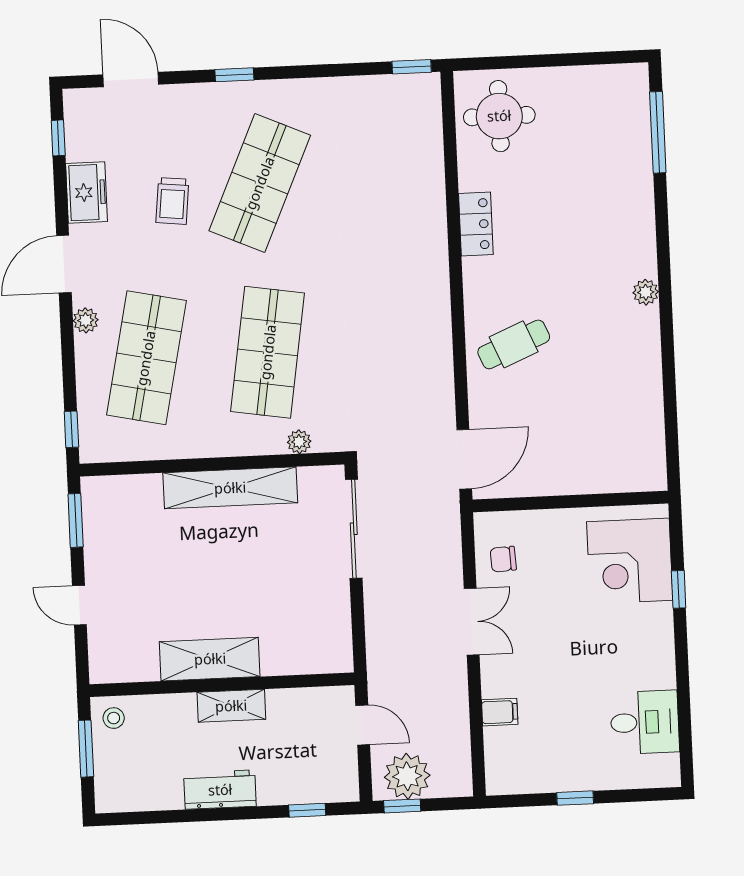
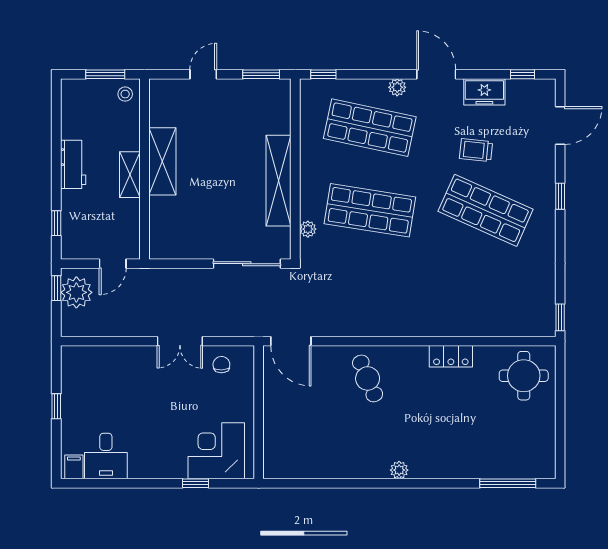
filing cabinet: (500, 712) -> (74, 467), moved, turned 180

